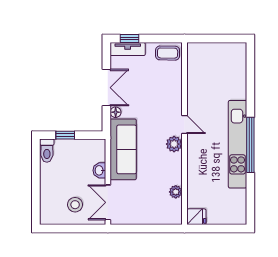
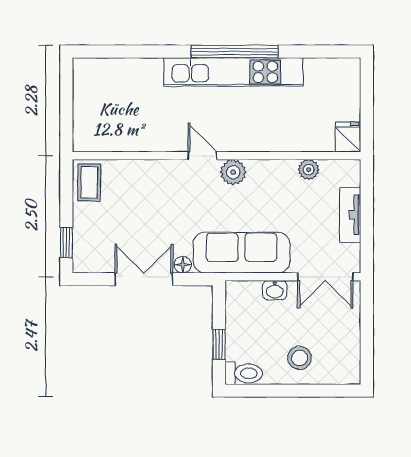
tv unit: (128, 49) -> (350, 215), moved, turned 180
door: (185, 125) -> (202, 156), hinge flipped
stool: (75, 205) -> (300, 358), moved

